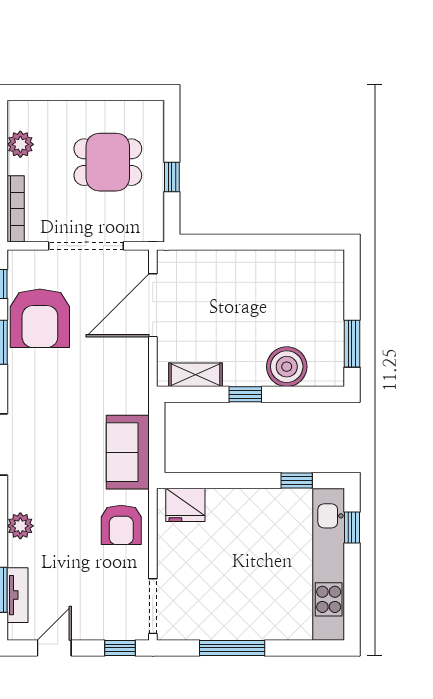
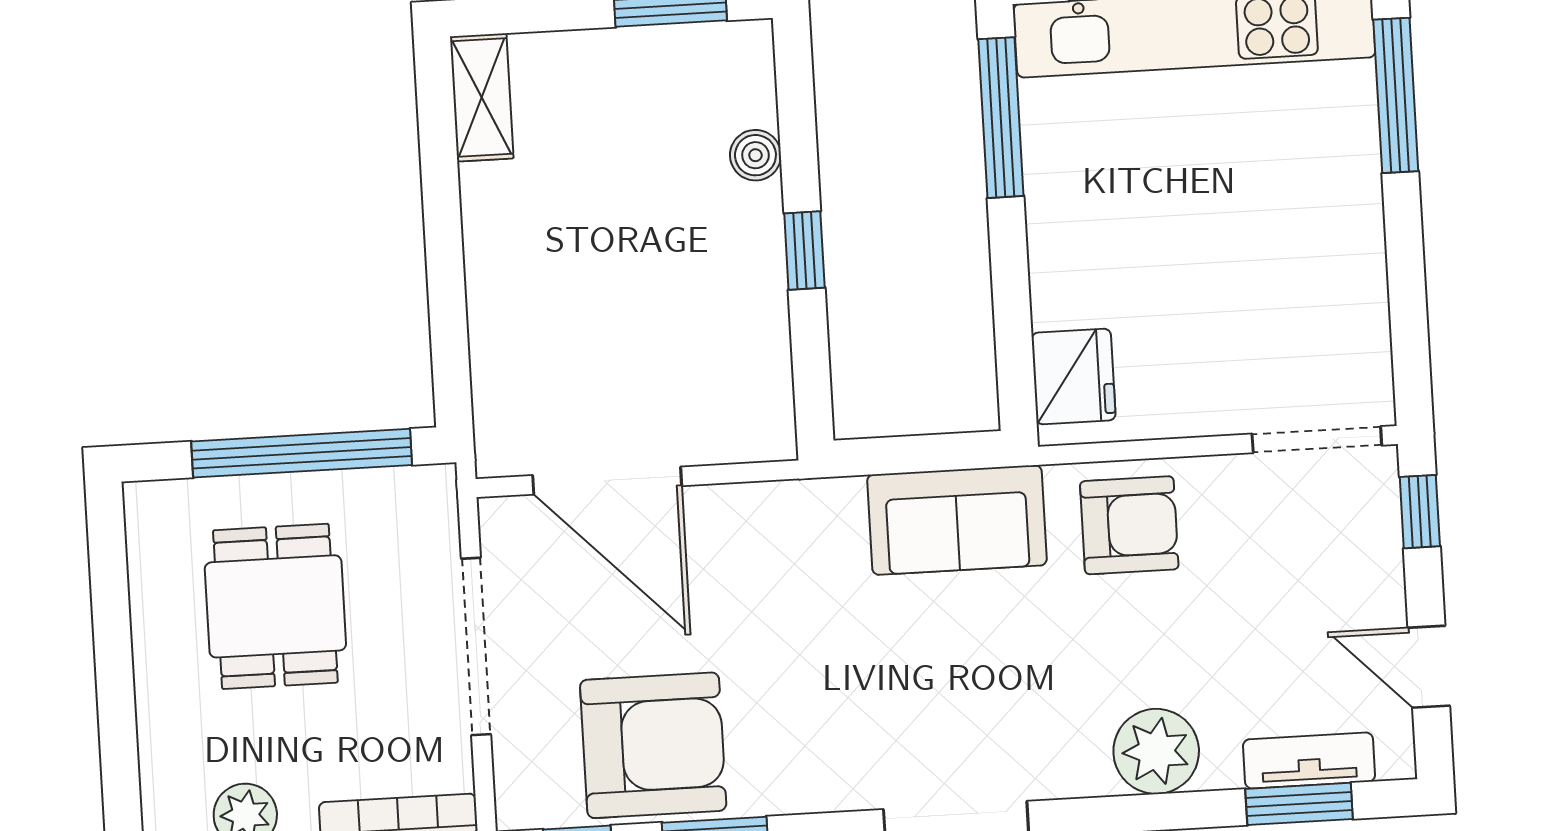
window: (172, 177) -> (302, 453), width x3.17
boiler: (287, 367) -> (755, 155), width x0.54, depth x0.54
shelving: (196, 375) -> (482, 97), moved
window: (297, 481) -> (1001, 118), width x2.17
plant: (20, 526) -> (1156, 751), width x1.36, depth x1.36
window: (232, 648) -> (1396, 95), moved

